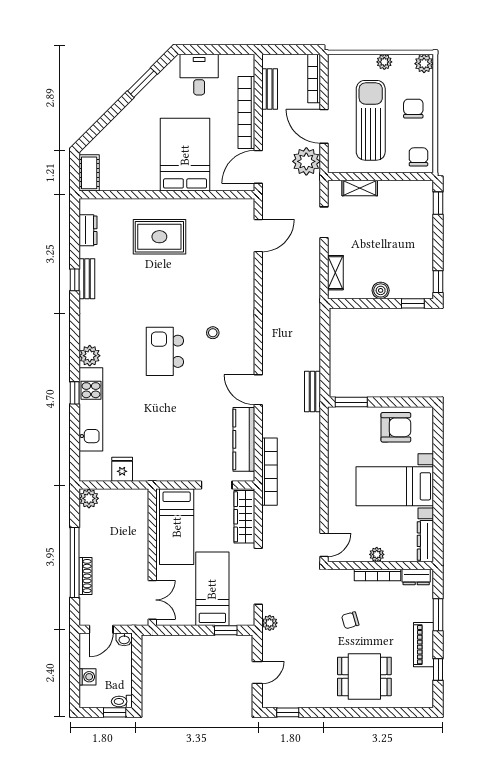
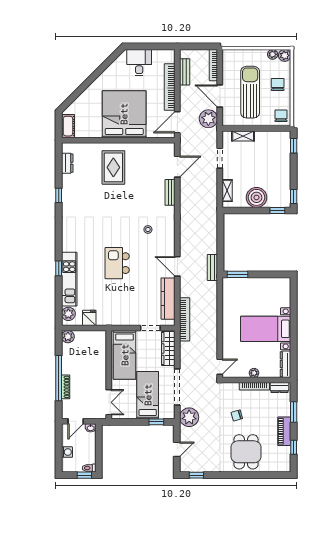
plant: (384, 62) -> (273, 54), moved
window: (142, 83) -> (102, 68), removed
bed: (185, 155) -> (124, 114), width x1.36
rug: (159, 237) -> (113, 167), turned 90
bench: (87, 279) -> (170, 192), moved
boiler: (381, 290) -> (256, 197), width x1.86, depth x1.86
kitchen island: (165, 351) -> (117, 263), moved
plant: (90, 356) -> (68, 314), moved
armchair: (396, 427) -> (266, 291), removed
plant: (270, 623) -> (189, 417), width x1.88, depth x1.88
dining table: (364, 676) -> (246, 452), turned 90

